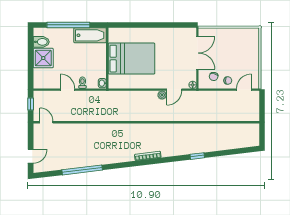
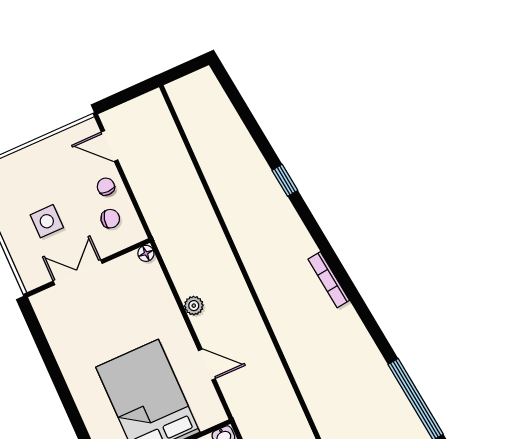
side table: (224, 50) -> (47, 221), added
double door: (197, 53) -> (78, 272), width x0.73
door: (174, 90) -> (207, 365), moved

